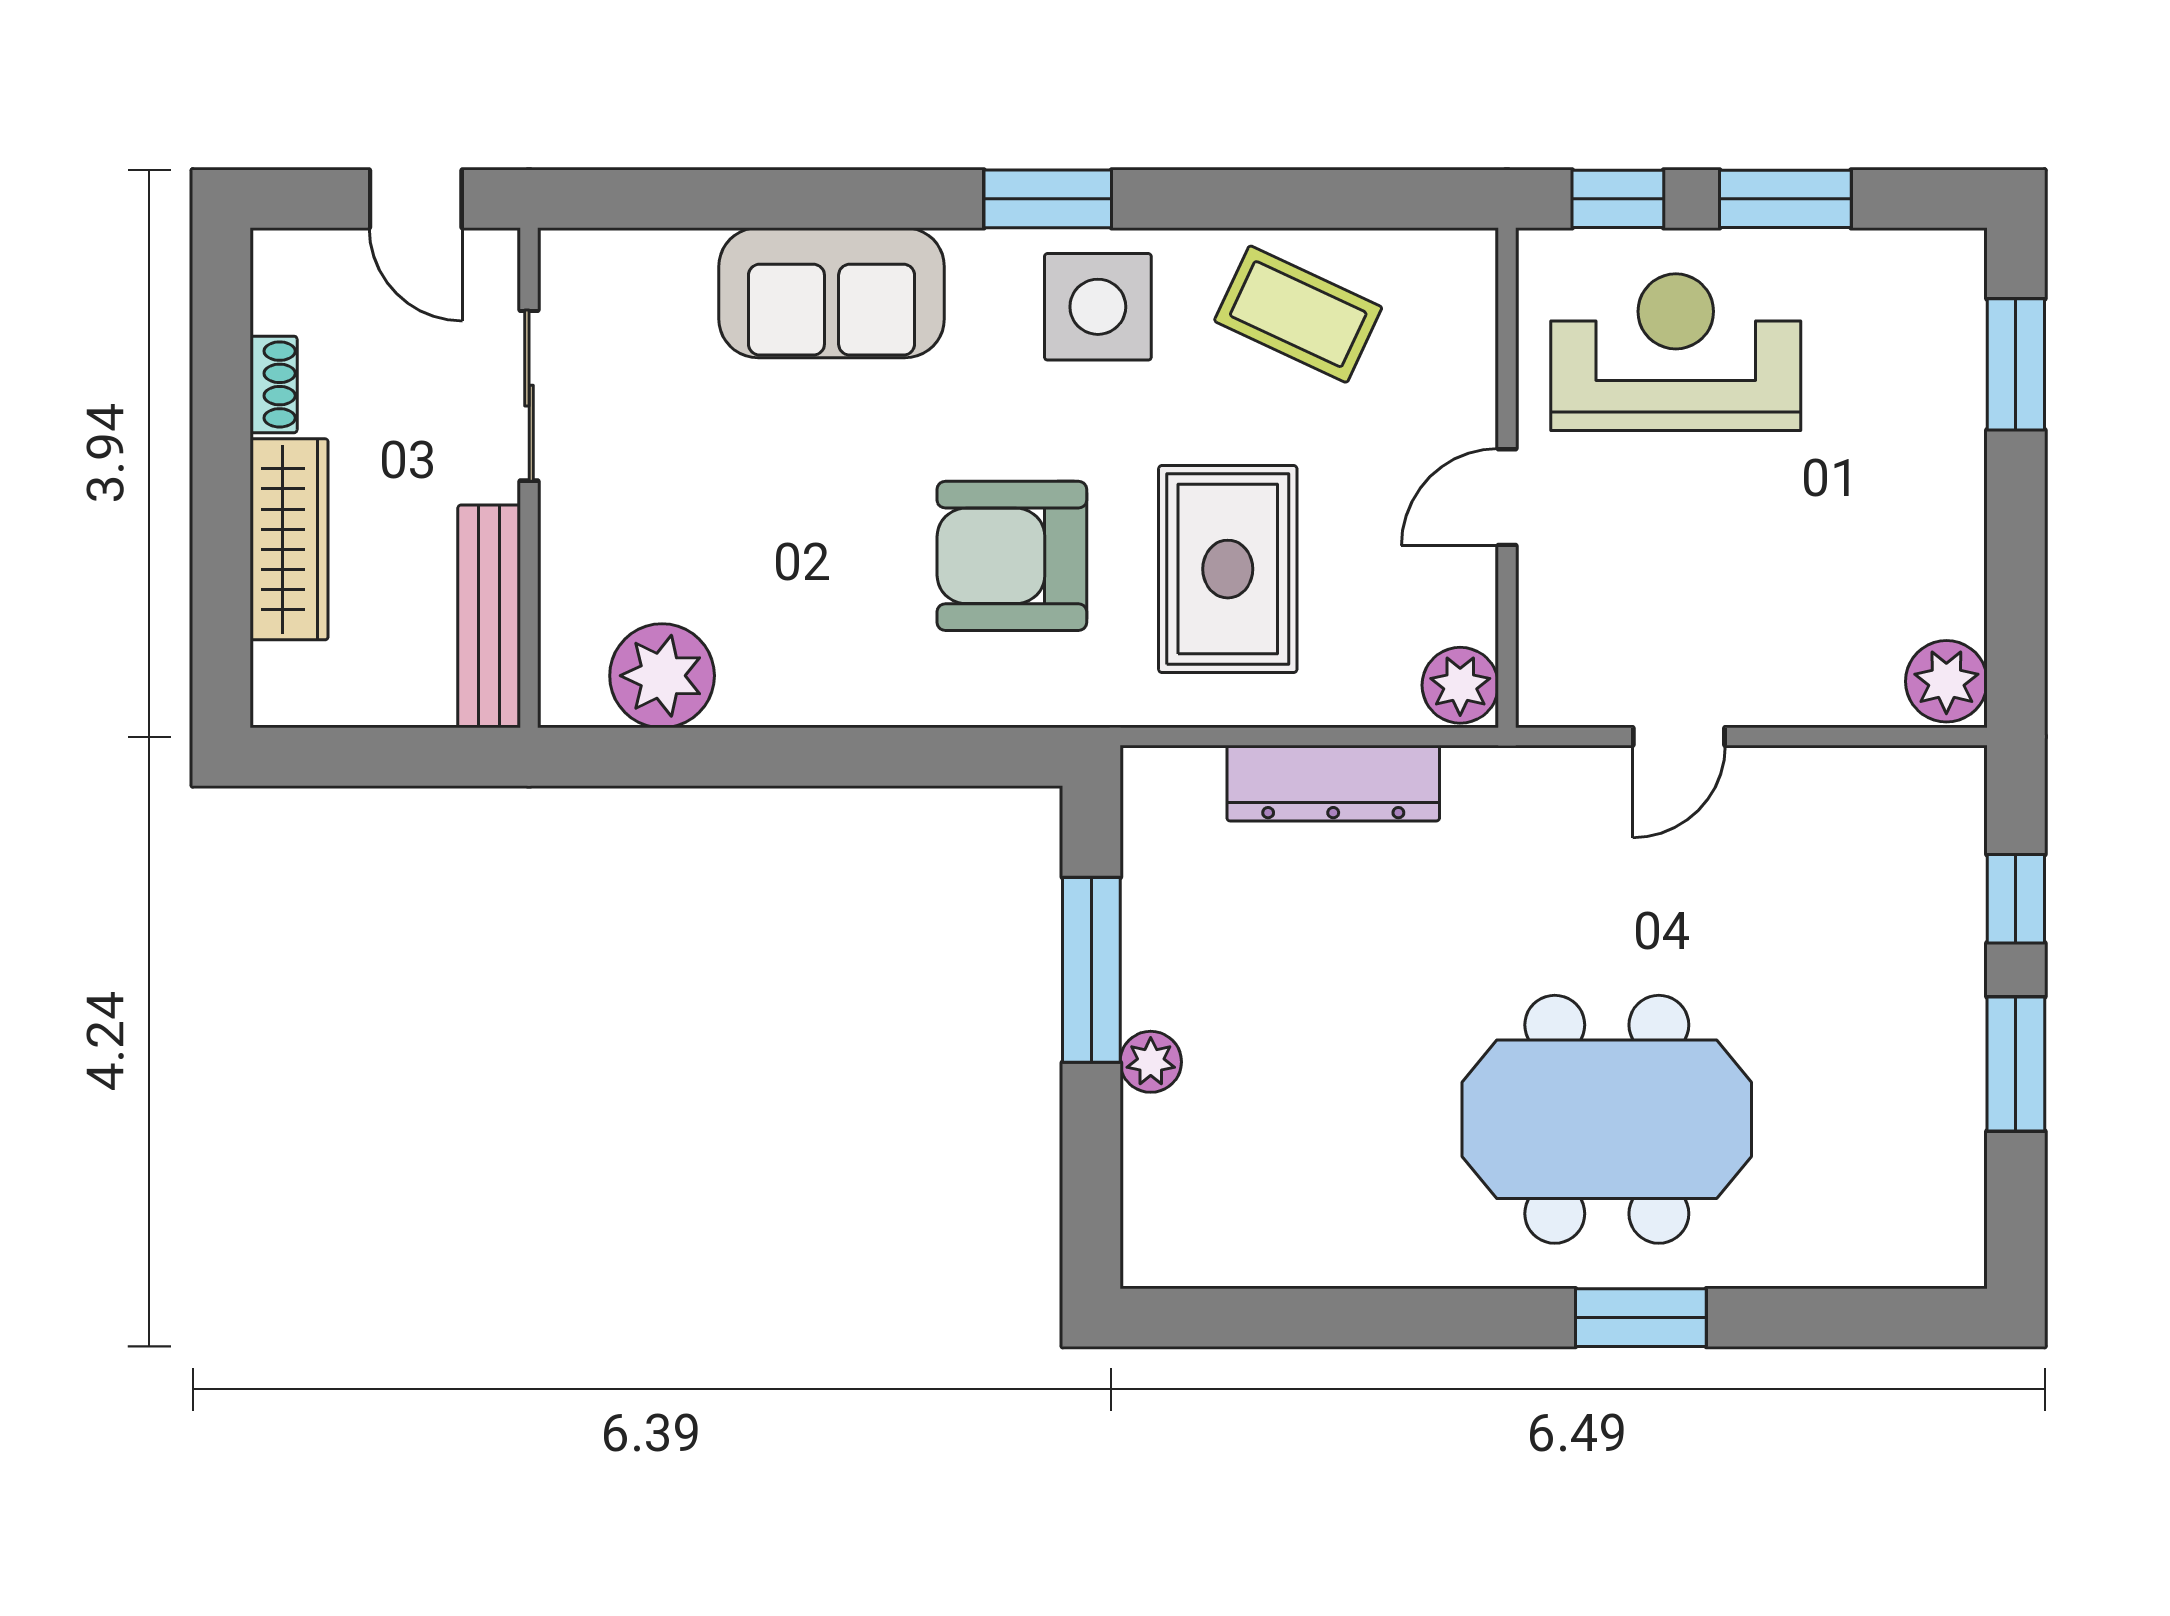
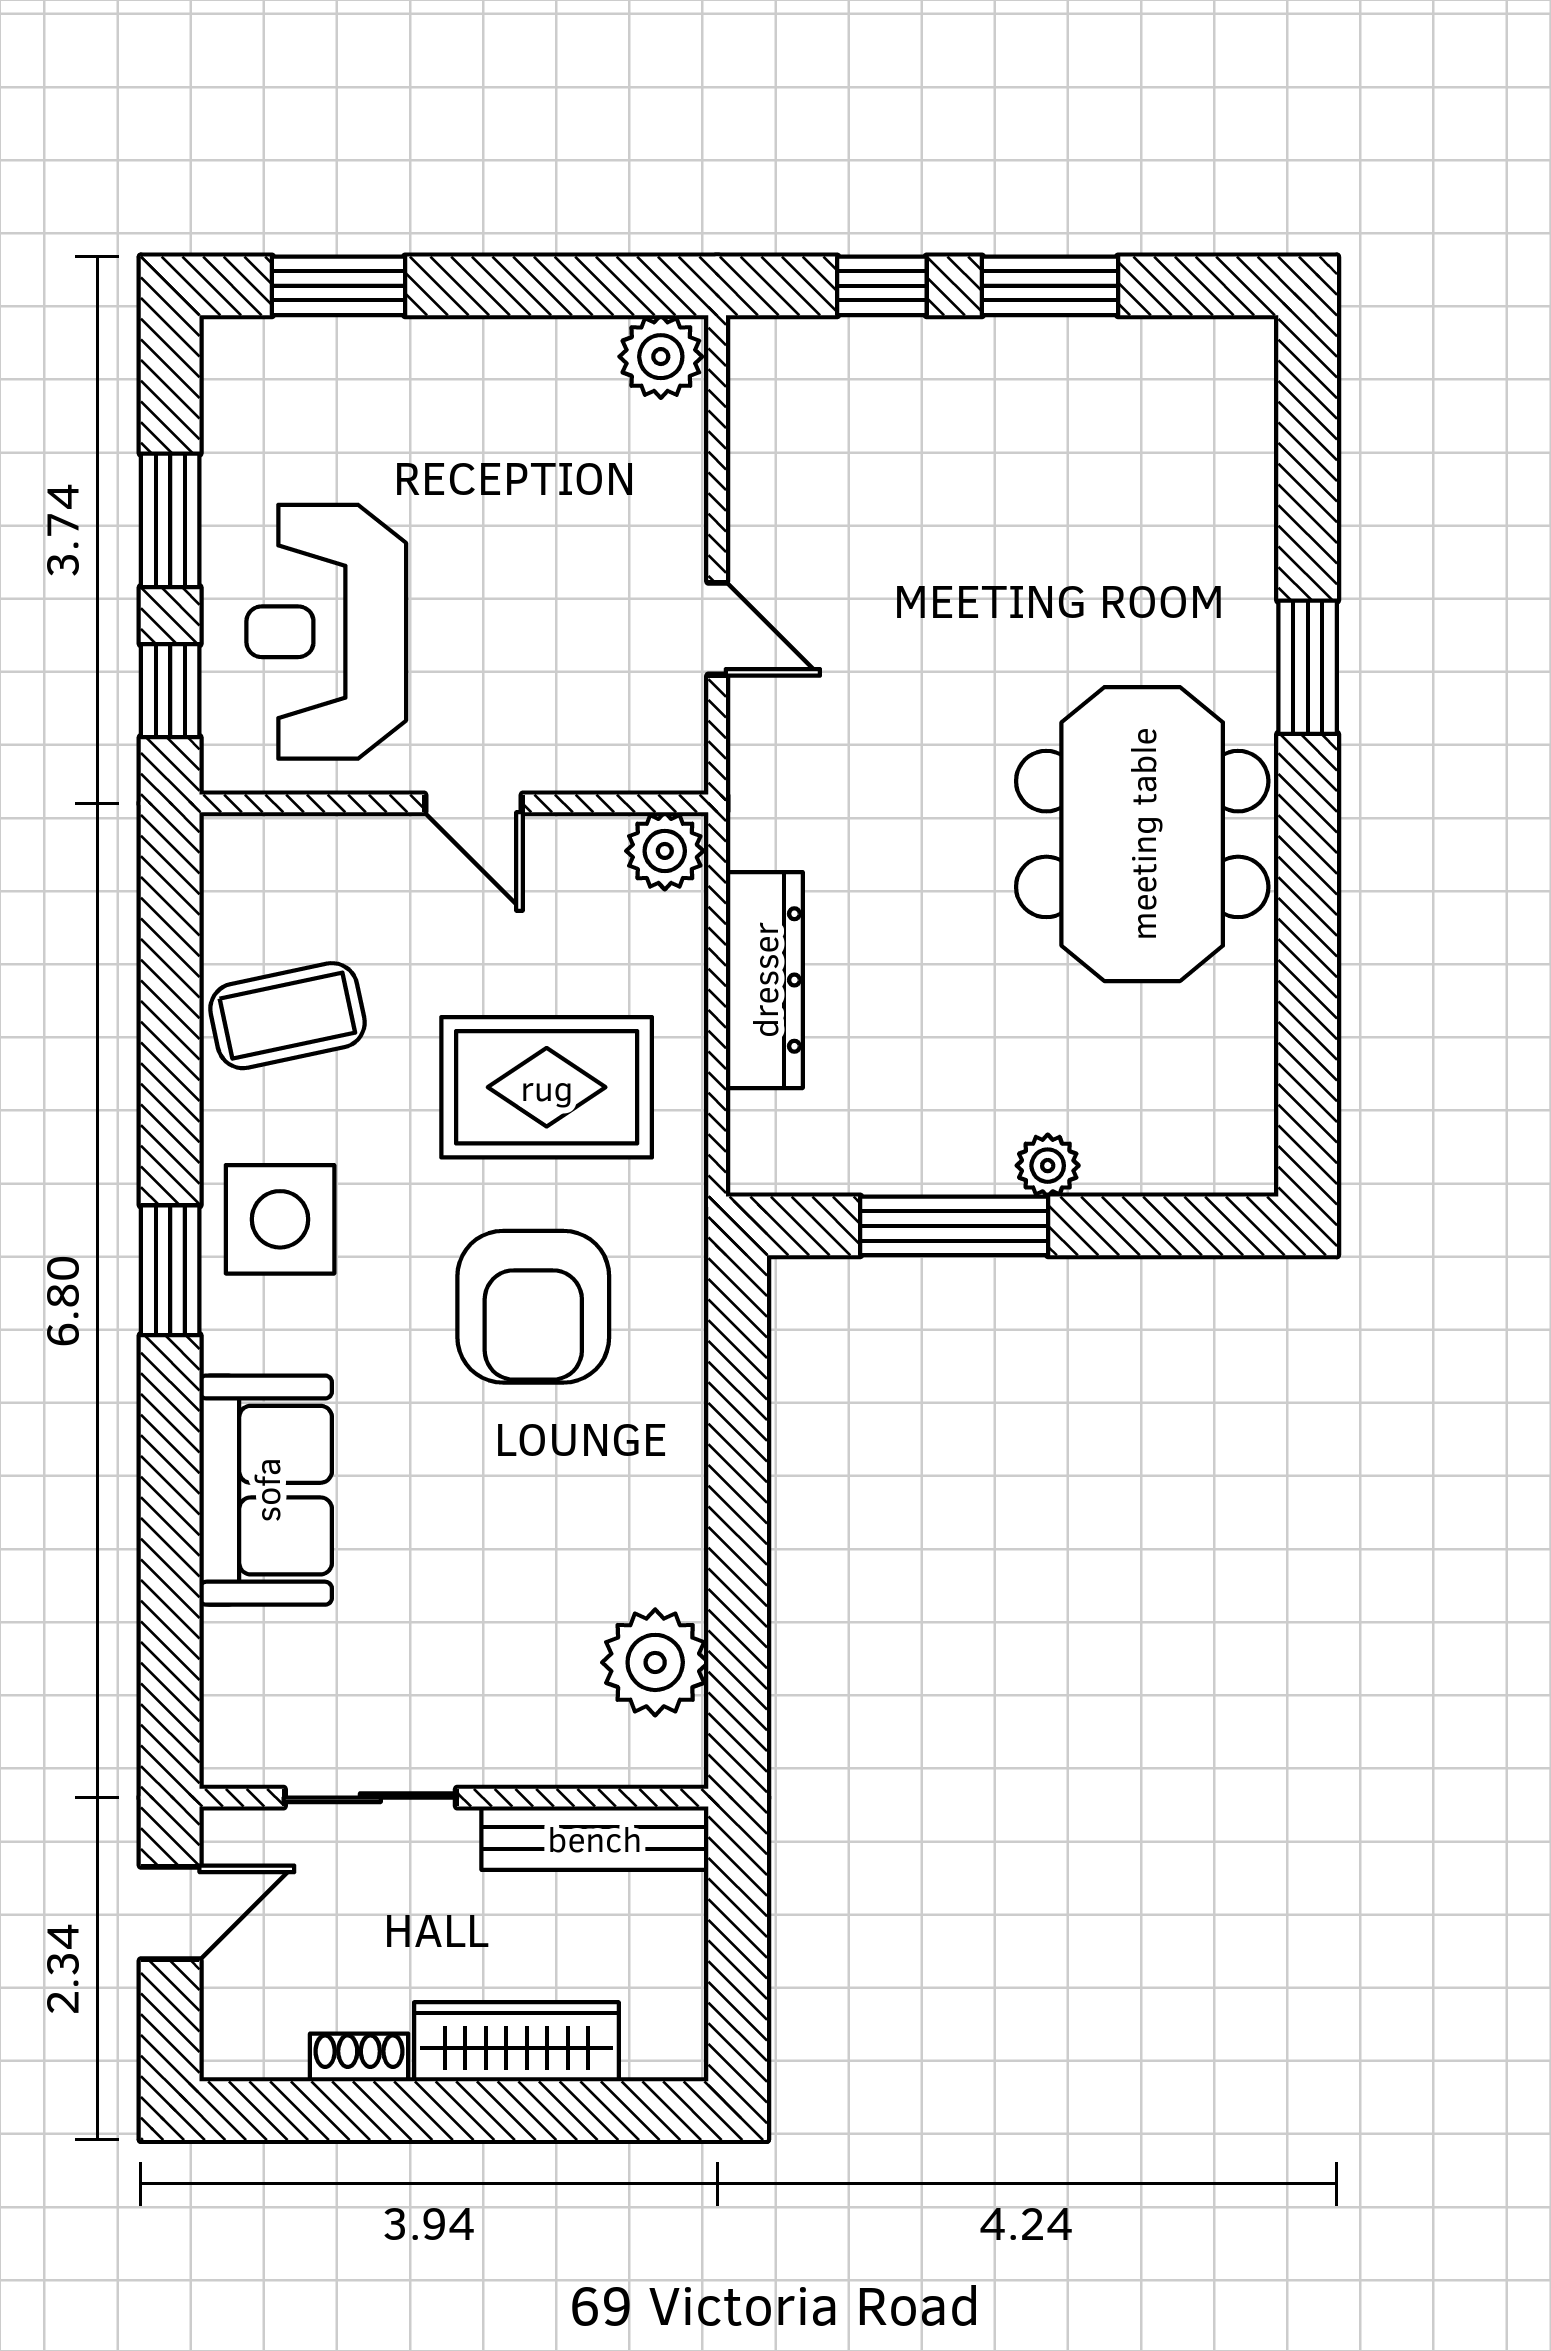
coffee table: (1298, 314) -> (287, 1016), turned 53
meeting table: (1607, 1119) -> (1142, 834), moved

